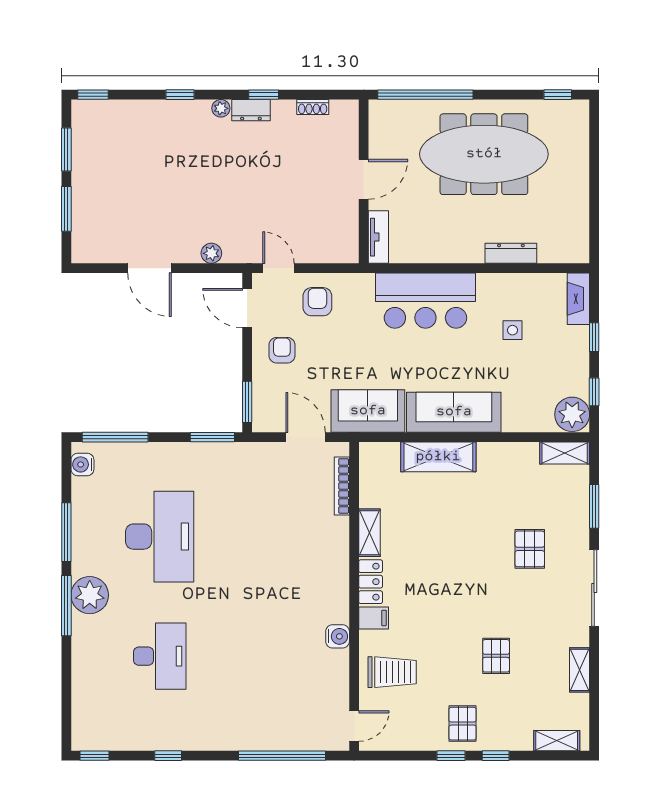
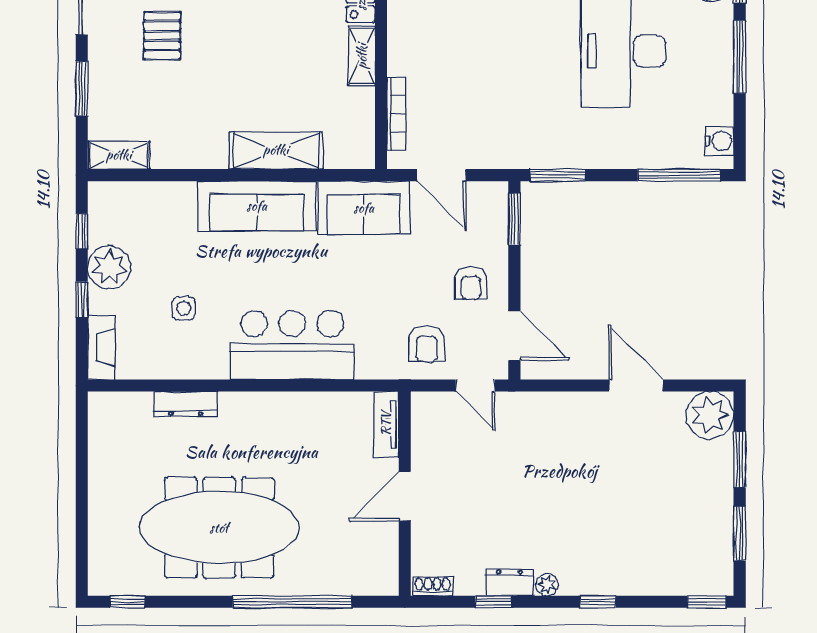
door: (364, 179) -> (405, 496), moved
wall: (364, 181) -> (405, 494), moved
tv unit: (378, 237) -> (386, 424), moved
plant: (211, 253) -> (710, 415), moved, width x1.87, depth x1.87
plant: (572, 414) -> (109, 267), moved

